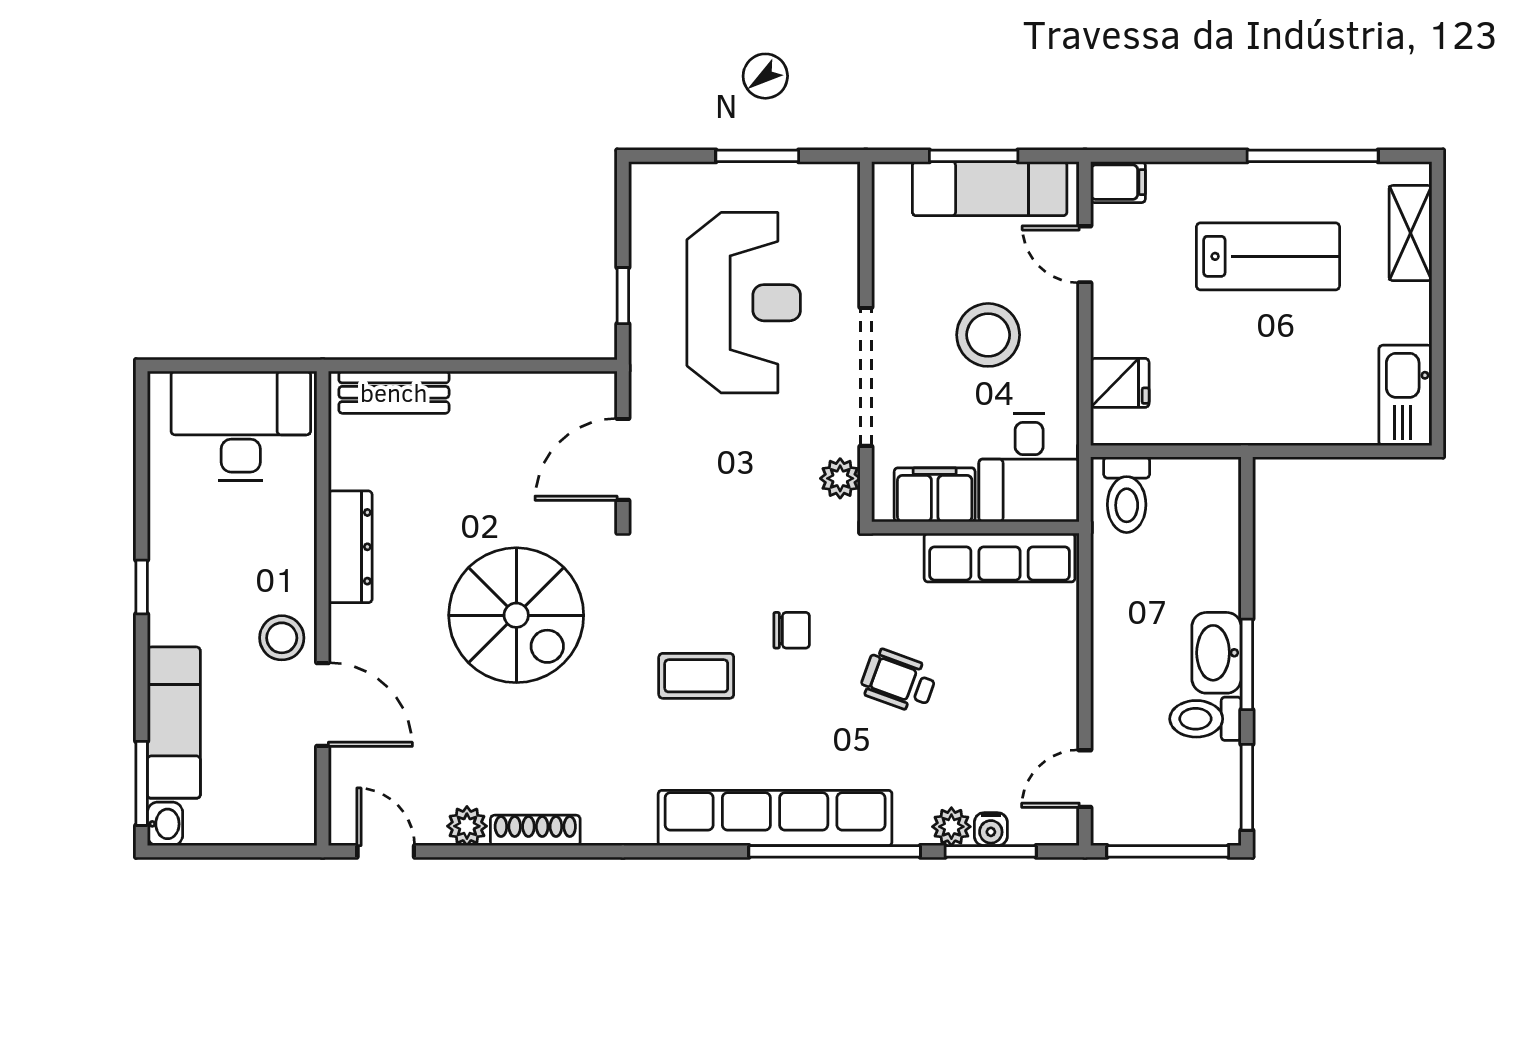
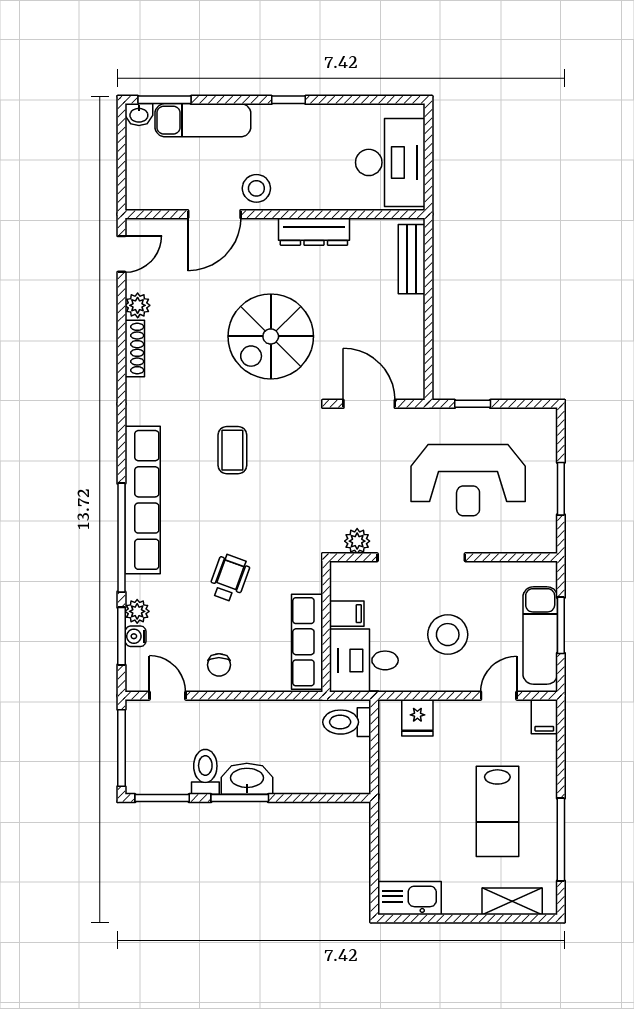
filing cabinet: (935, 495) -> (347, 614), width x0.50
chair: (792, 630) -> (219, 665), moved

